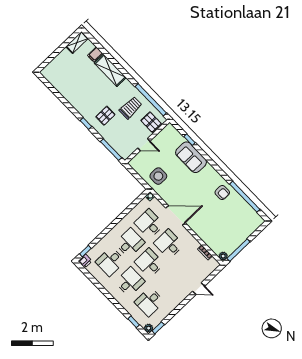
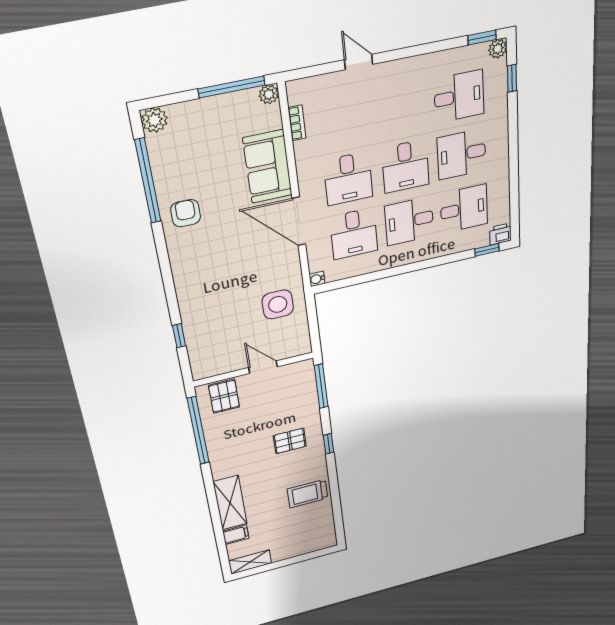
trolley: (131, 108) -> (308, 494), moved
sofa: (191, 157) -> (268, 167), moved, turned 180
plant: (258, 221) -> (154, 120), added

